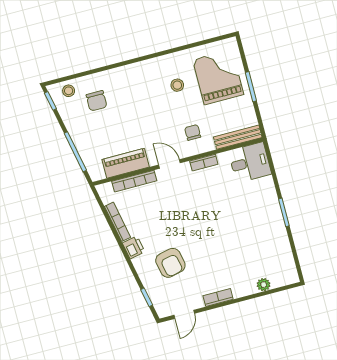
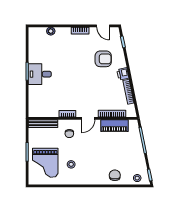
chair: (97, 101) -> (115, 175), moved
desk: (250, 162) -> (40, 74), moved
door: (170, 164) -> (88, 118), hinge flipped
armchair: (170, 263) -> (103, 59), turned 102
door: (184, 314) -> (103, 26), swing flipped

